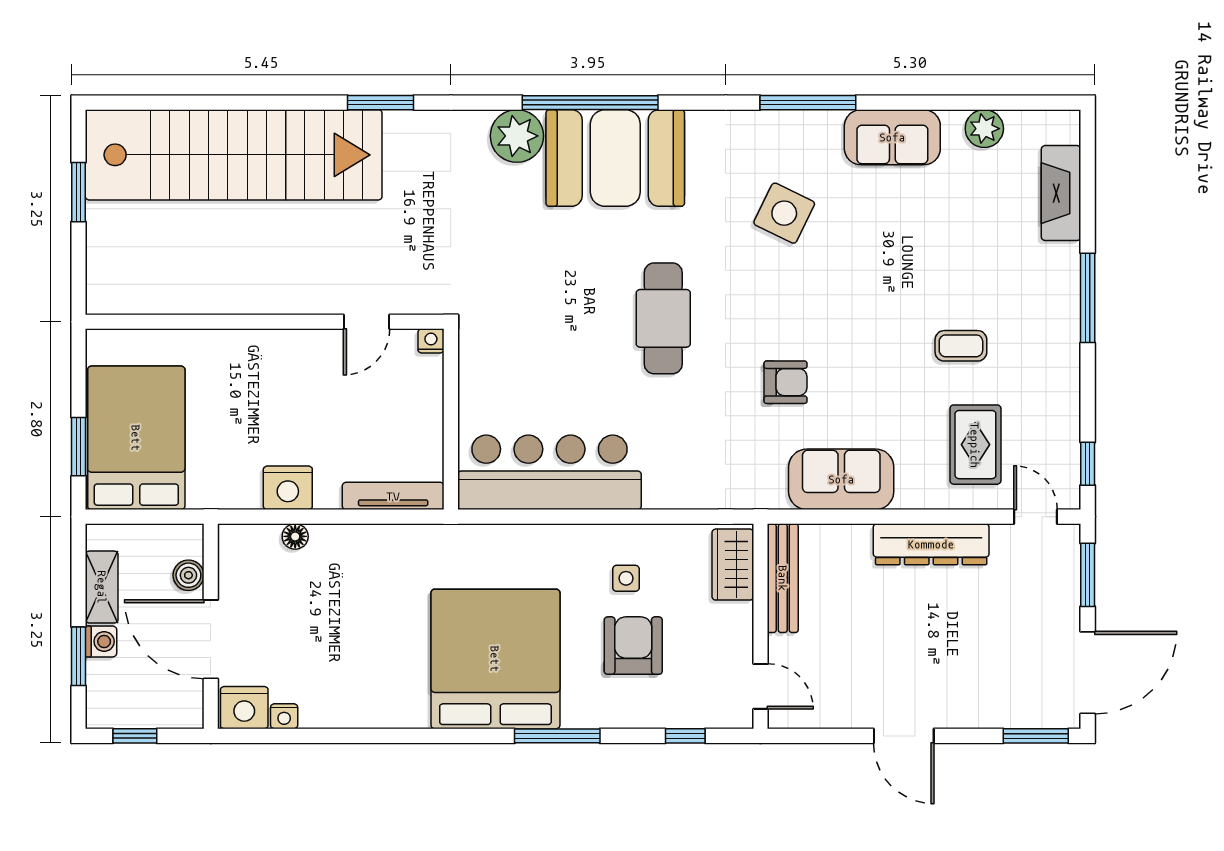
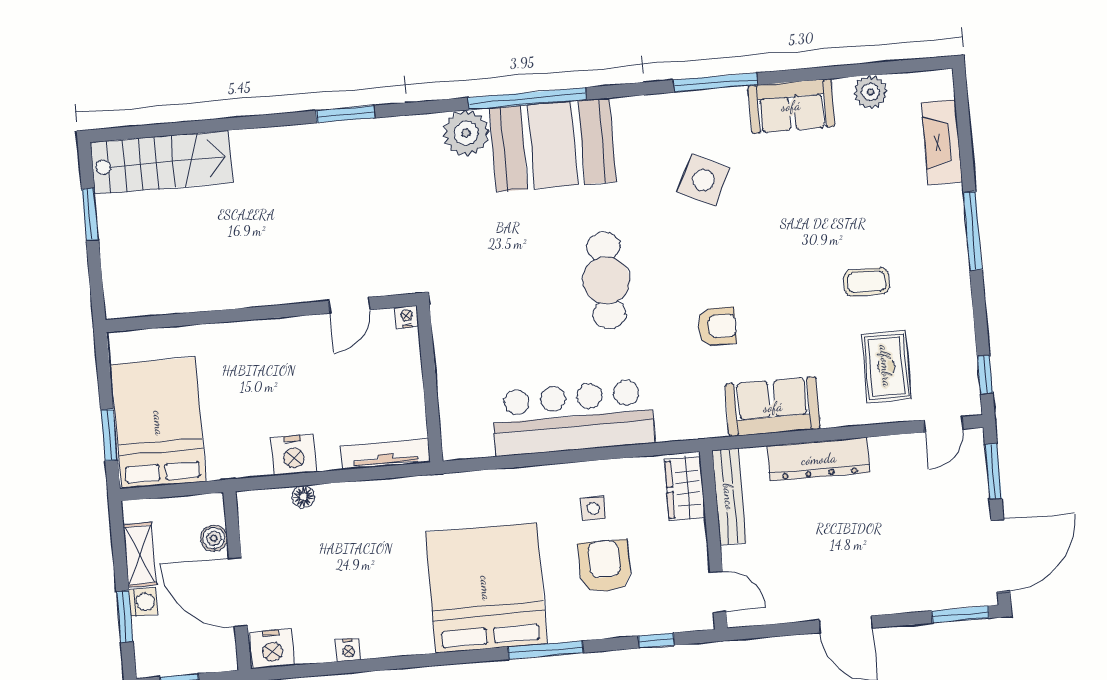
stairs: (234, 155) -> (161, 162), width x0.54, depth x0.66
bar counter: (549, 472) -> (573, 418), moved
door: (1035, 517) -> (944, 424), swing flipped
dresser: (931, 544) -> (819, 459), moved
nightstand: (284, 716) -> (348, 650), moved

